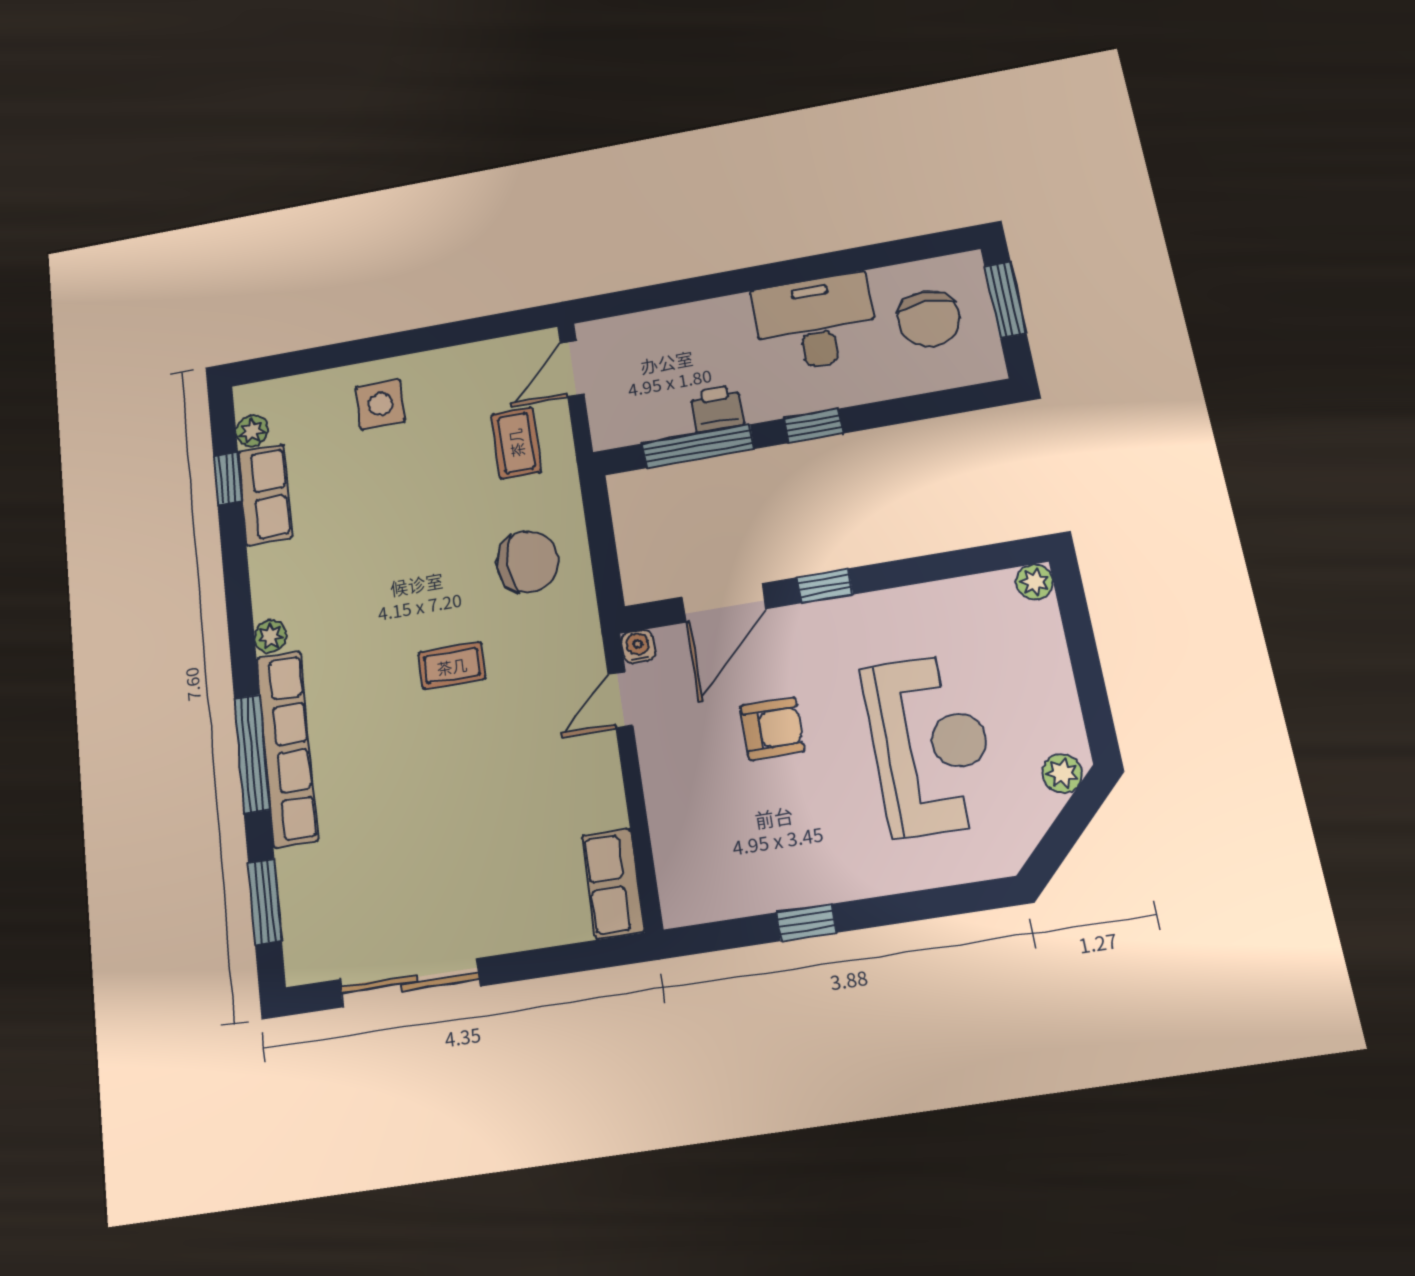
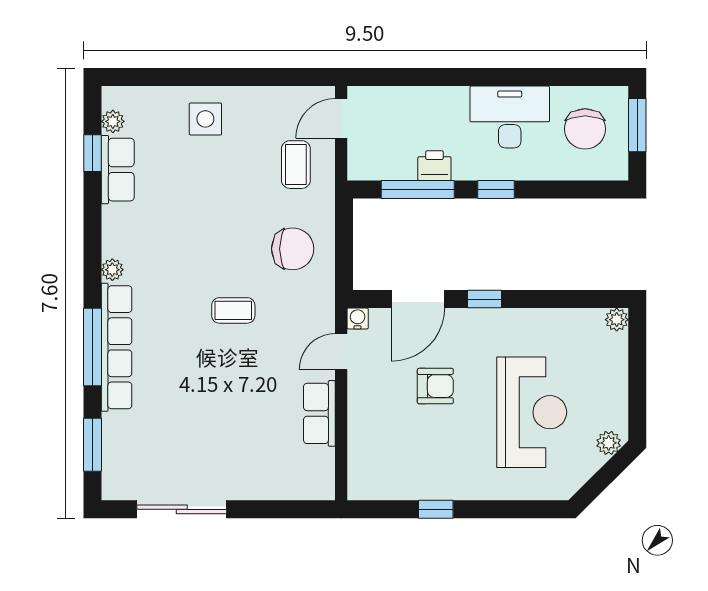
row of seats: (613, 884) -> (319, 413), moved

